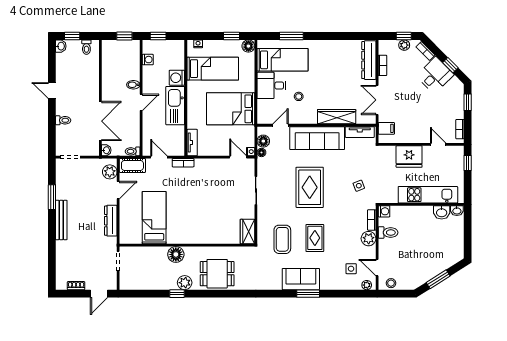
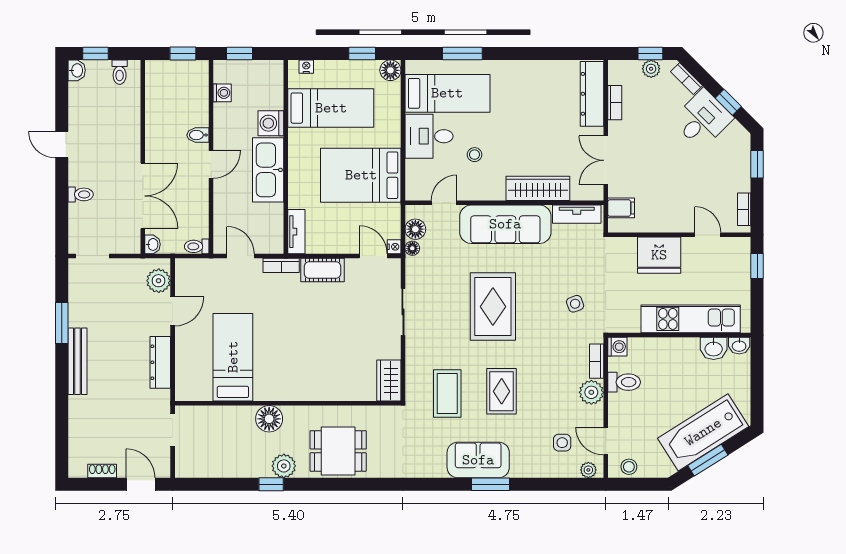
cot: (132, 165) -> (322, 270), moved
bathtub: (435, 263) -> (703, 432), added
door: (99, 294) -> (141, 484), swing flipped

